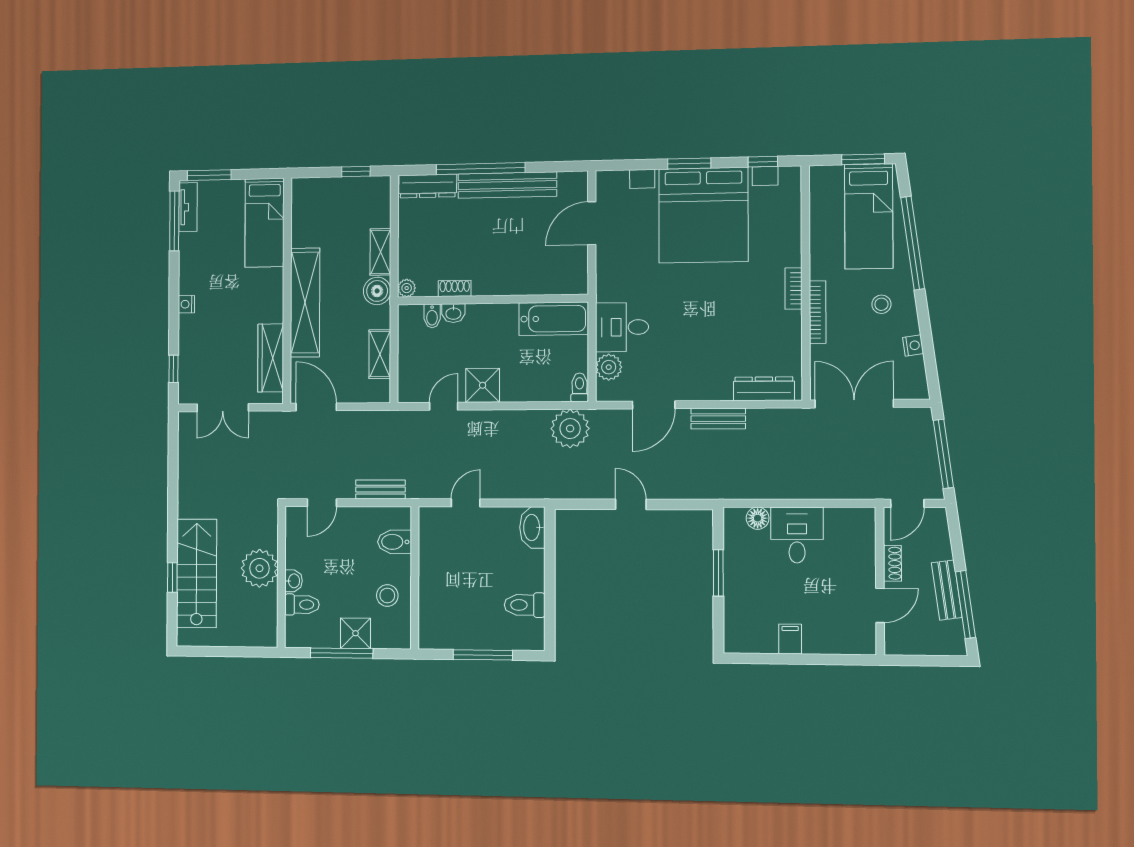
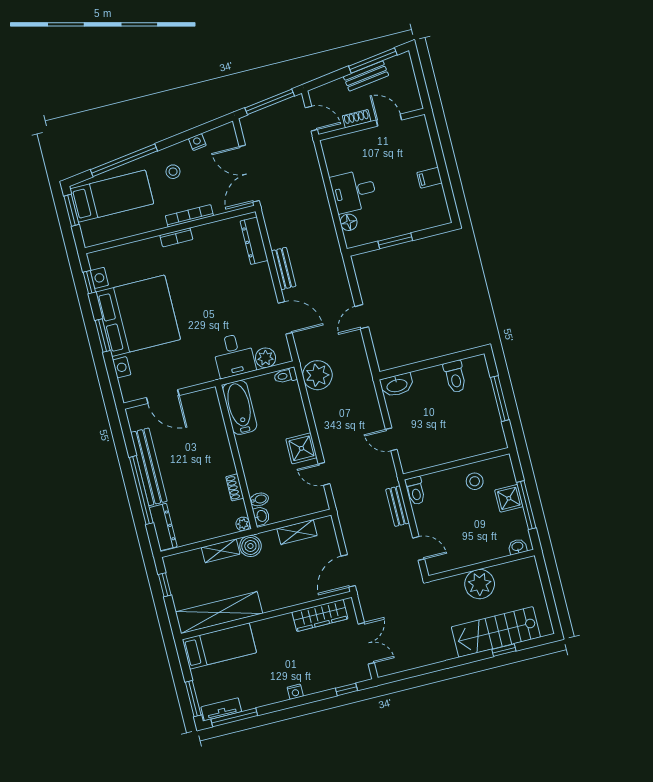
shelving: (305, 302) -> (219, 613), moved
washbasin: (453, 313) -> (261, 516), moved
bidet: (395, 542) -> (434, 486), removed
washbasin: (294, 581) -> (517, 547), moved
toilet: (302, 605) -> (415, 491), moved, turned 180

